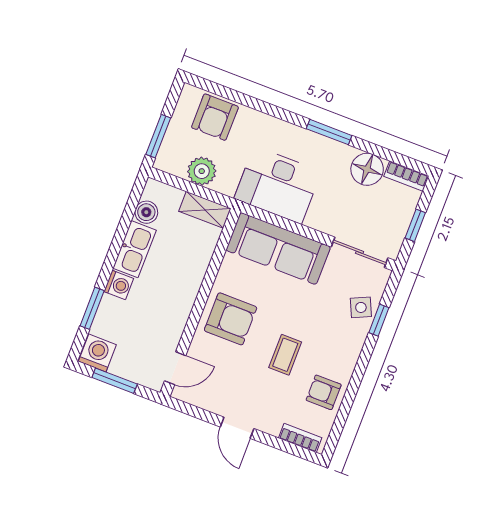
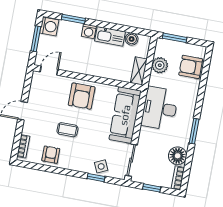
door: (175, 368) -> (49, 71), swing flipped

